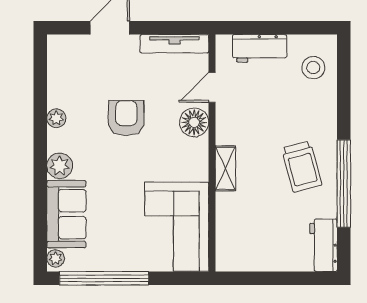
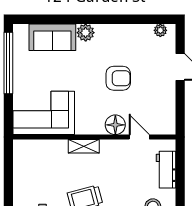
tv unit: (174, 44) -> (169, 111), removed
plant: (56, 118) -> (160, 30), moved
plant: (56, 258) -> (22, 30), removed

